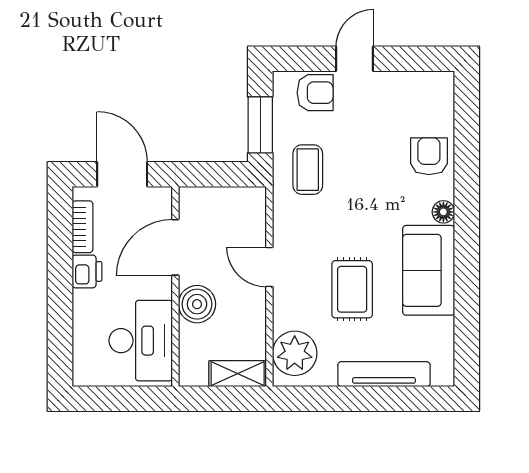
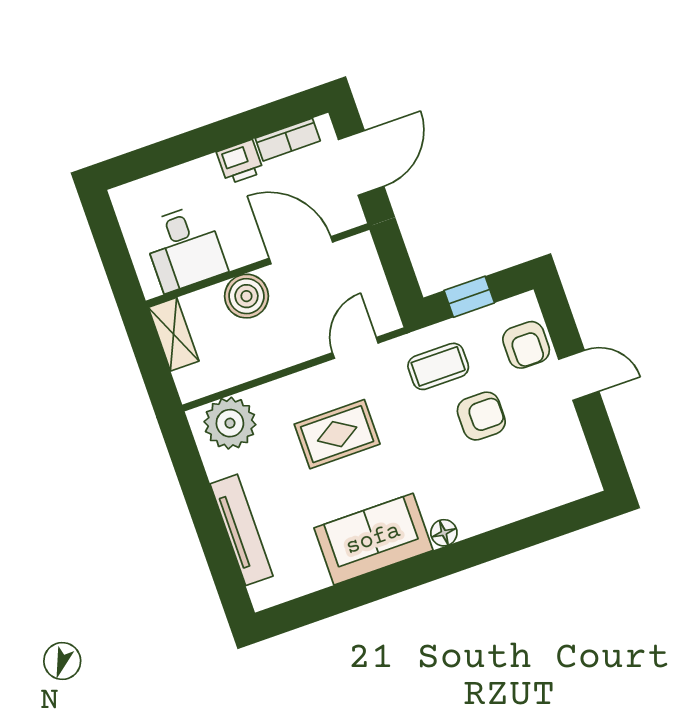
window: (260, 125) -> (469, 297), width x0.67
armchair: (429, 156) -> (481, 416), moved
door: (269, 267) -> (355, 348), moved
rug: (352, 289) -> (337, 434), moved
desk: (141, 341) -> (184, 248), width x0.73
shelving: (238, 374) -> (174, 334), moved

